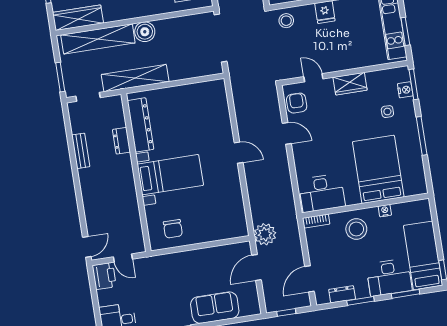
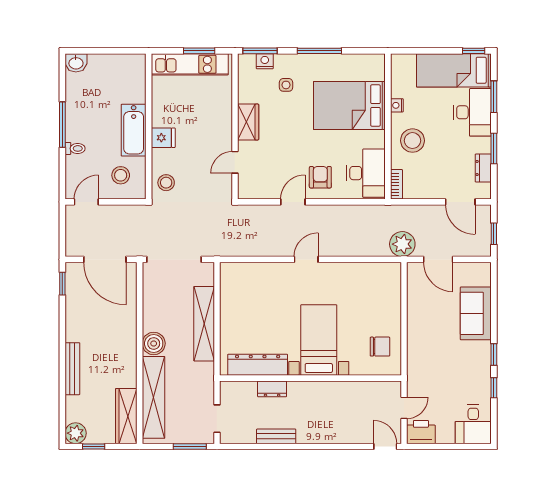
shelving: (135, 78) -> (204, 324), moved
armchair: (297, 103) -> (320, 177), moved, turned 90

